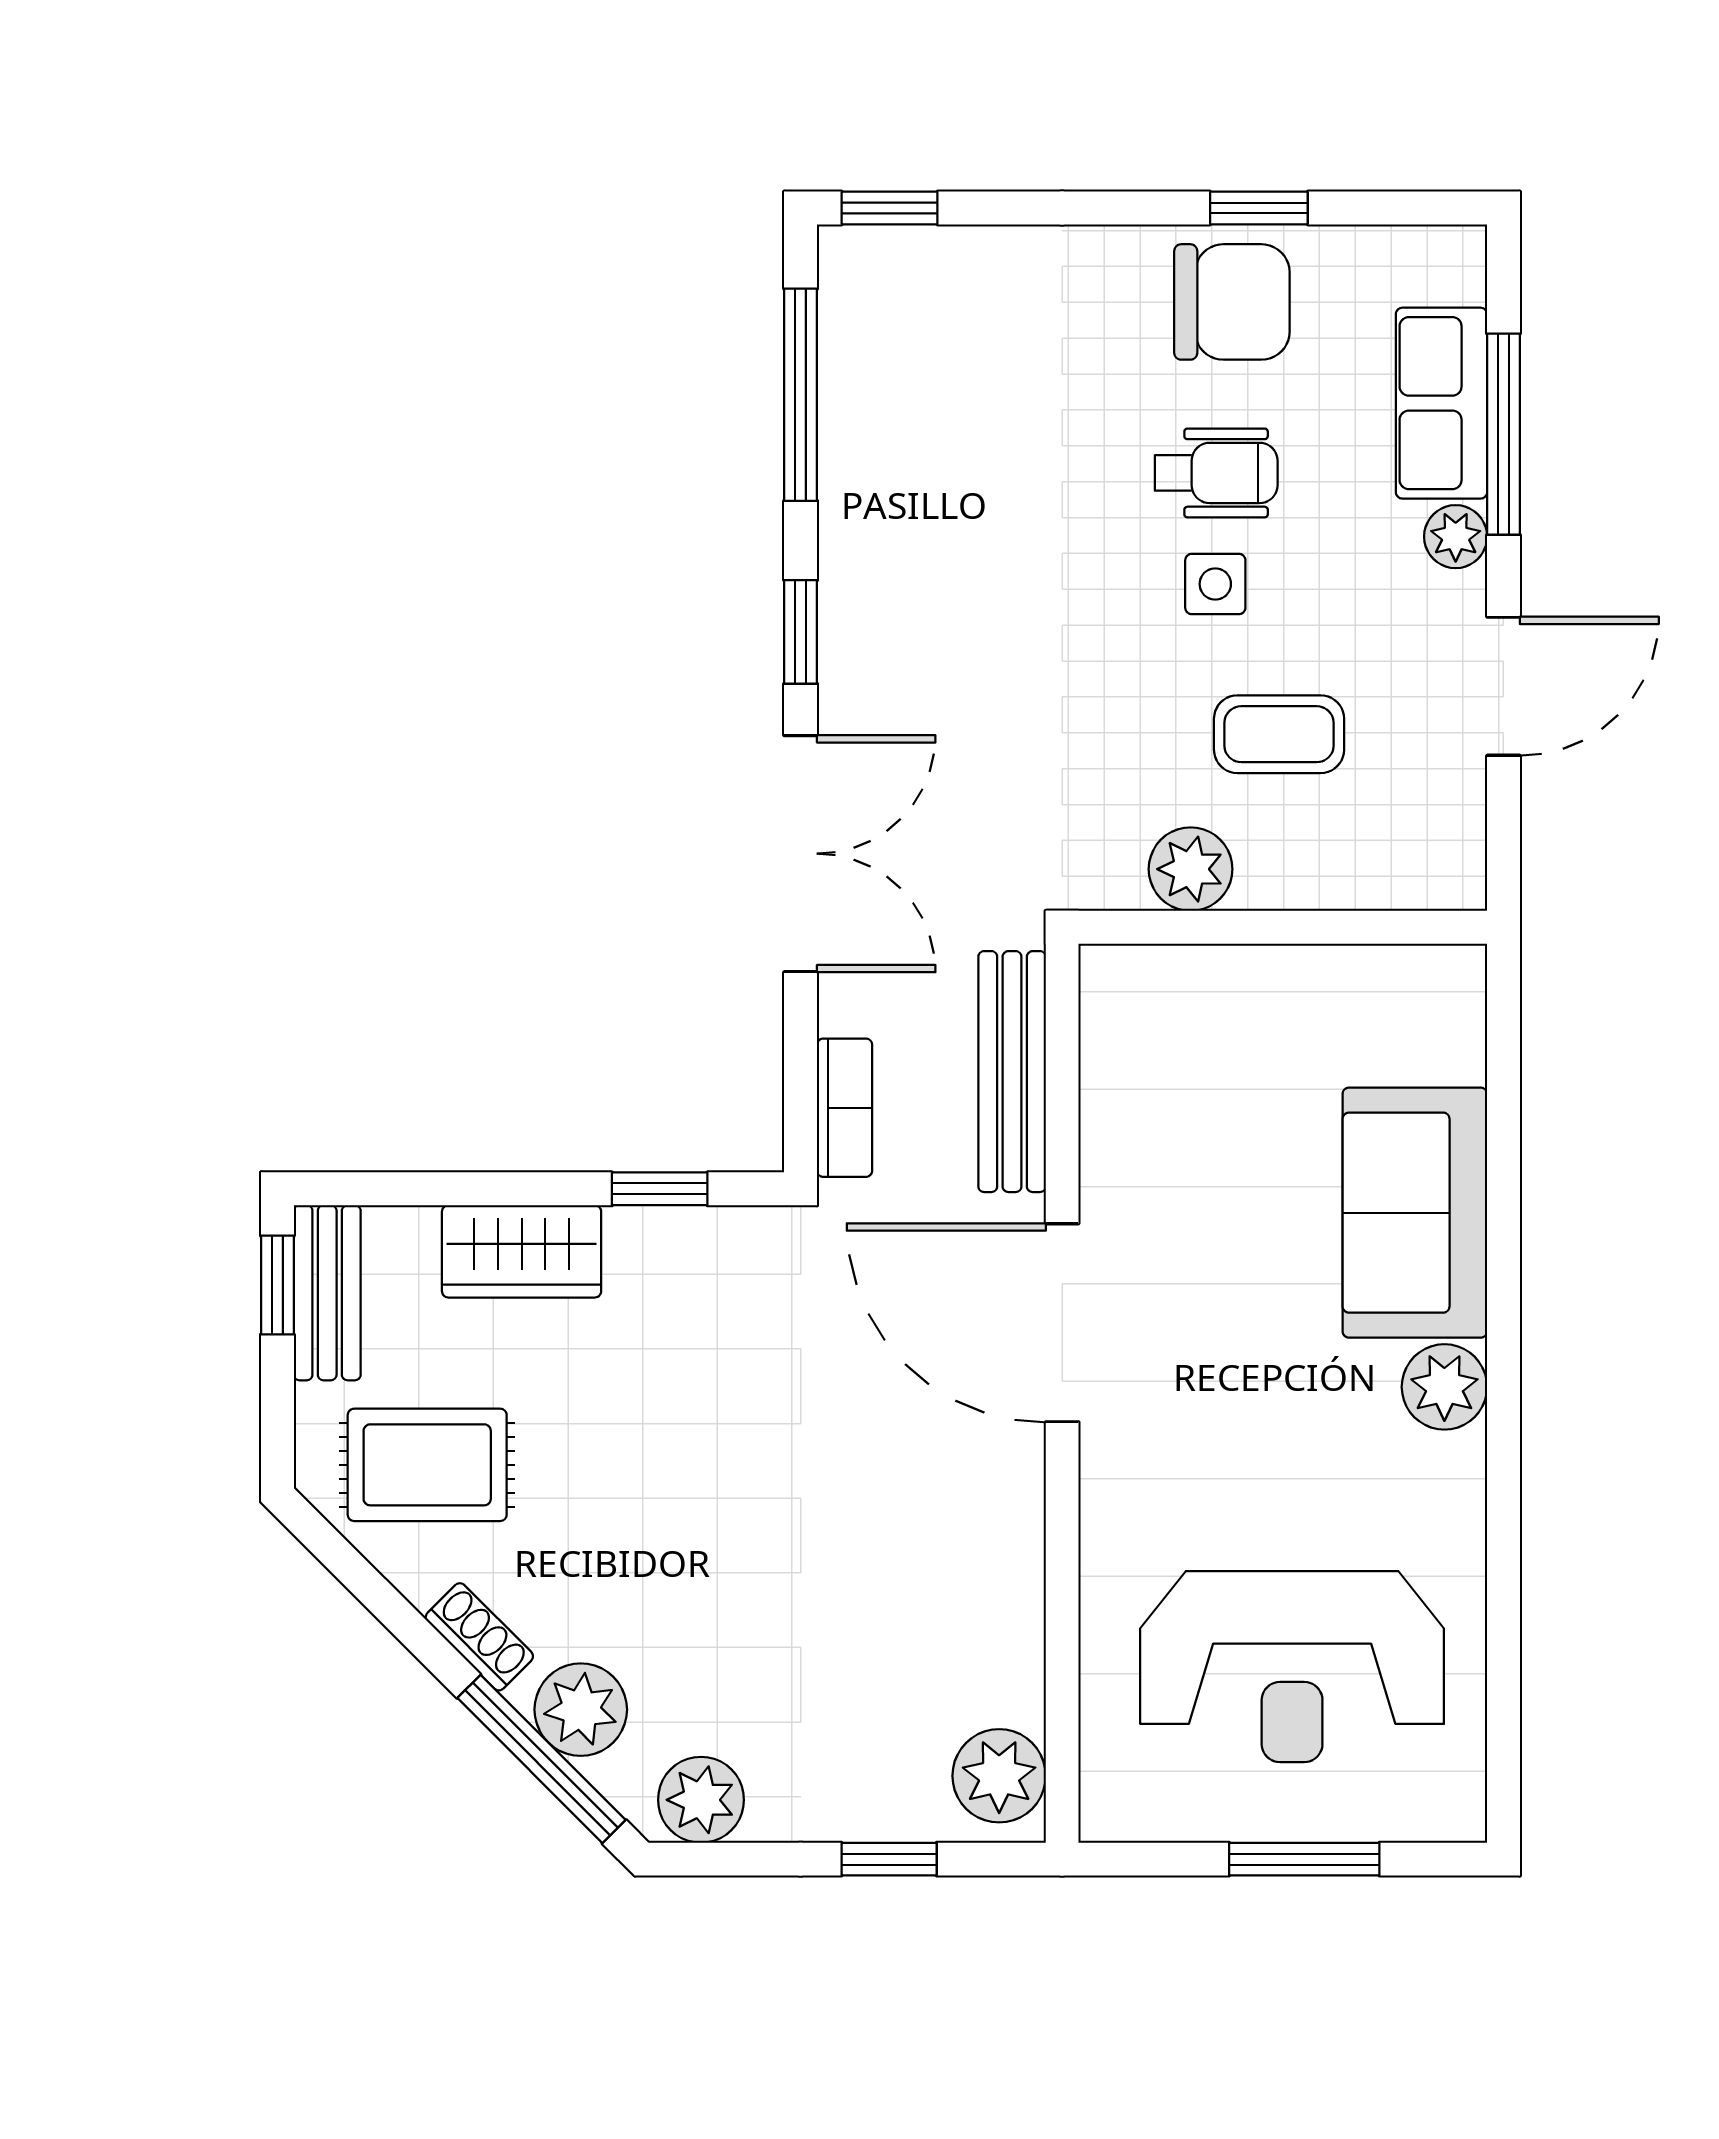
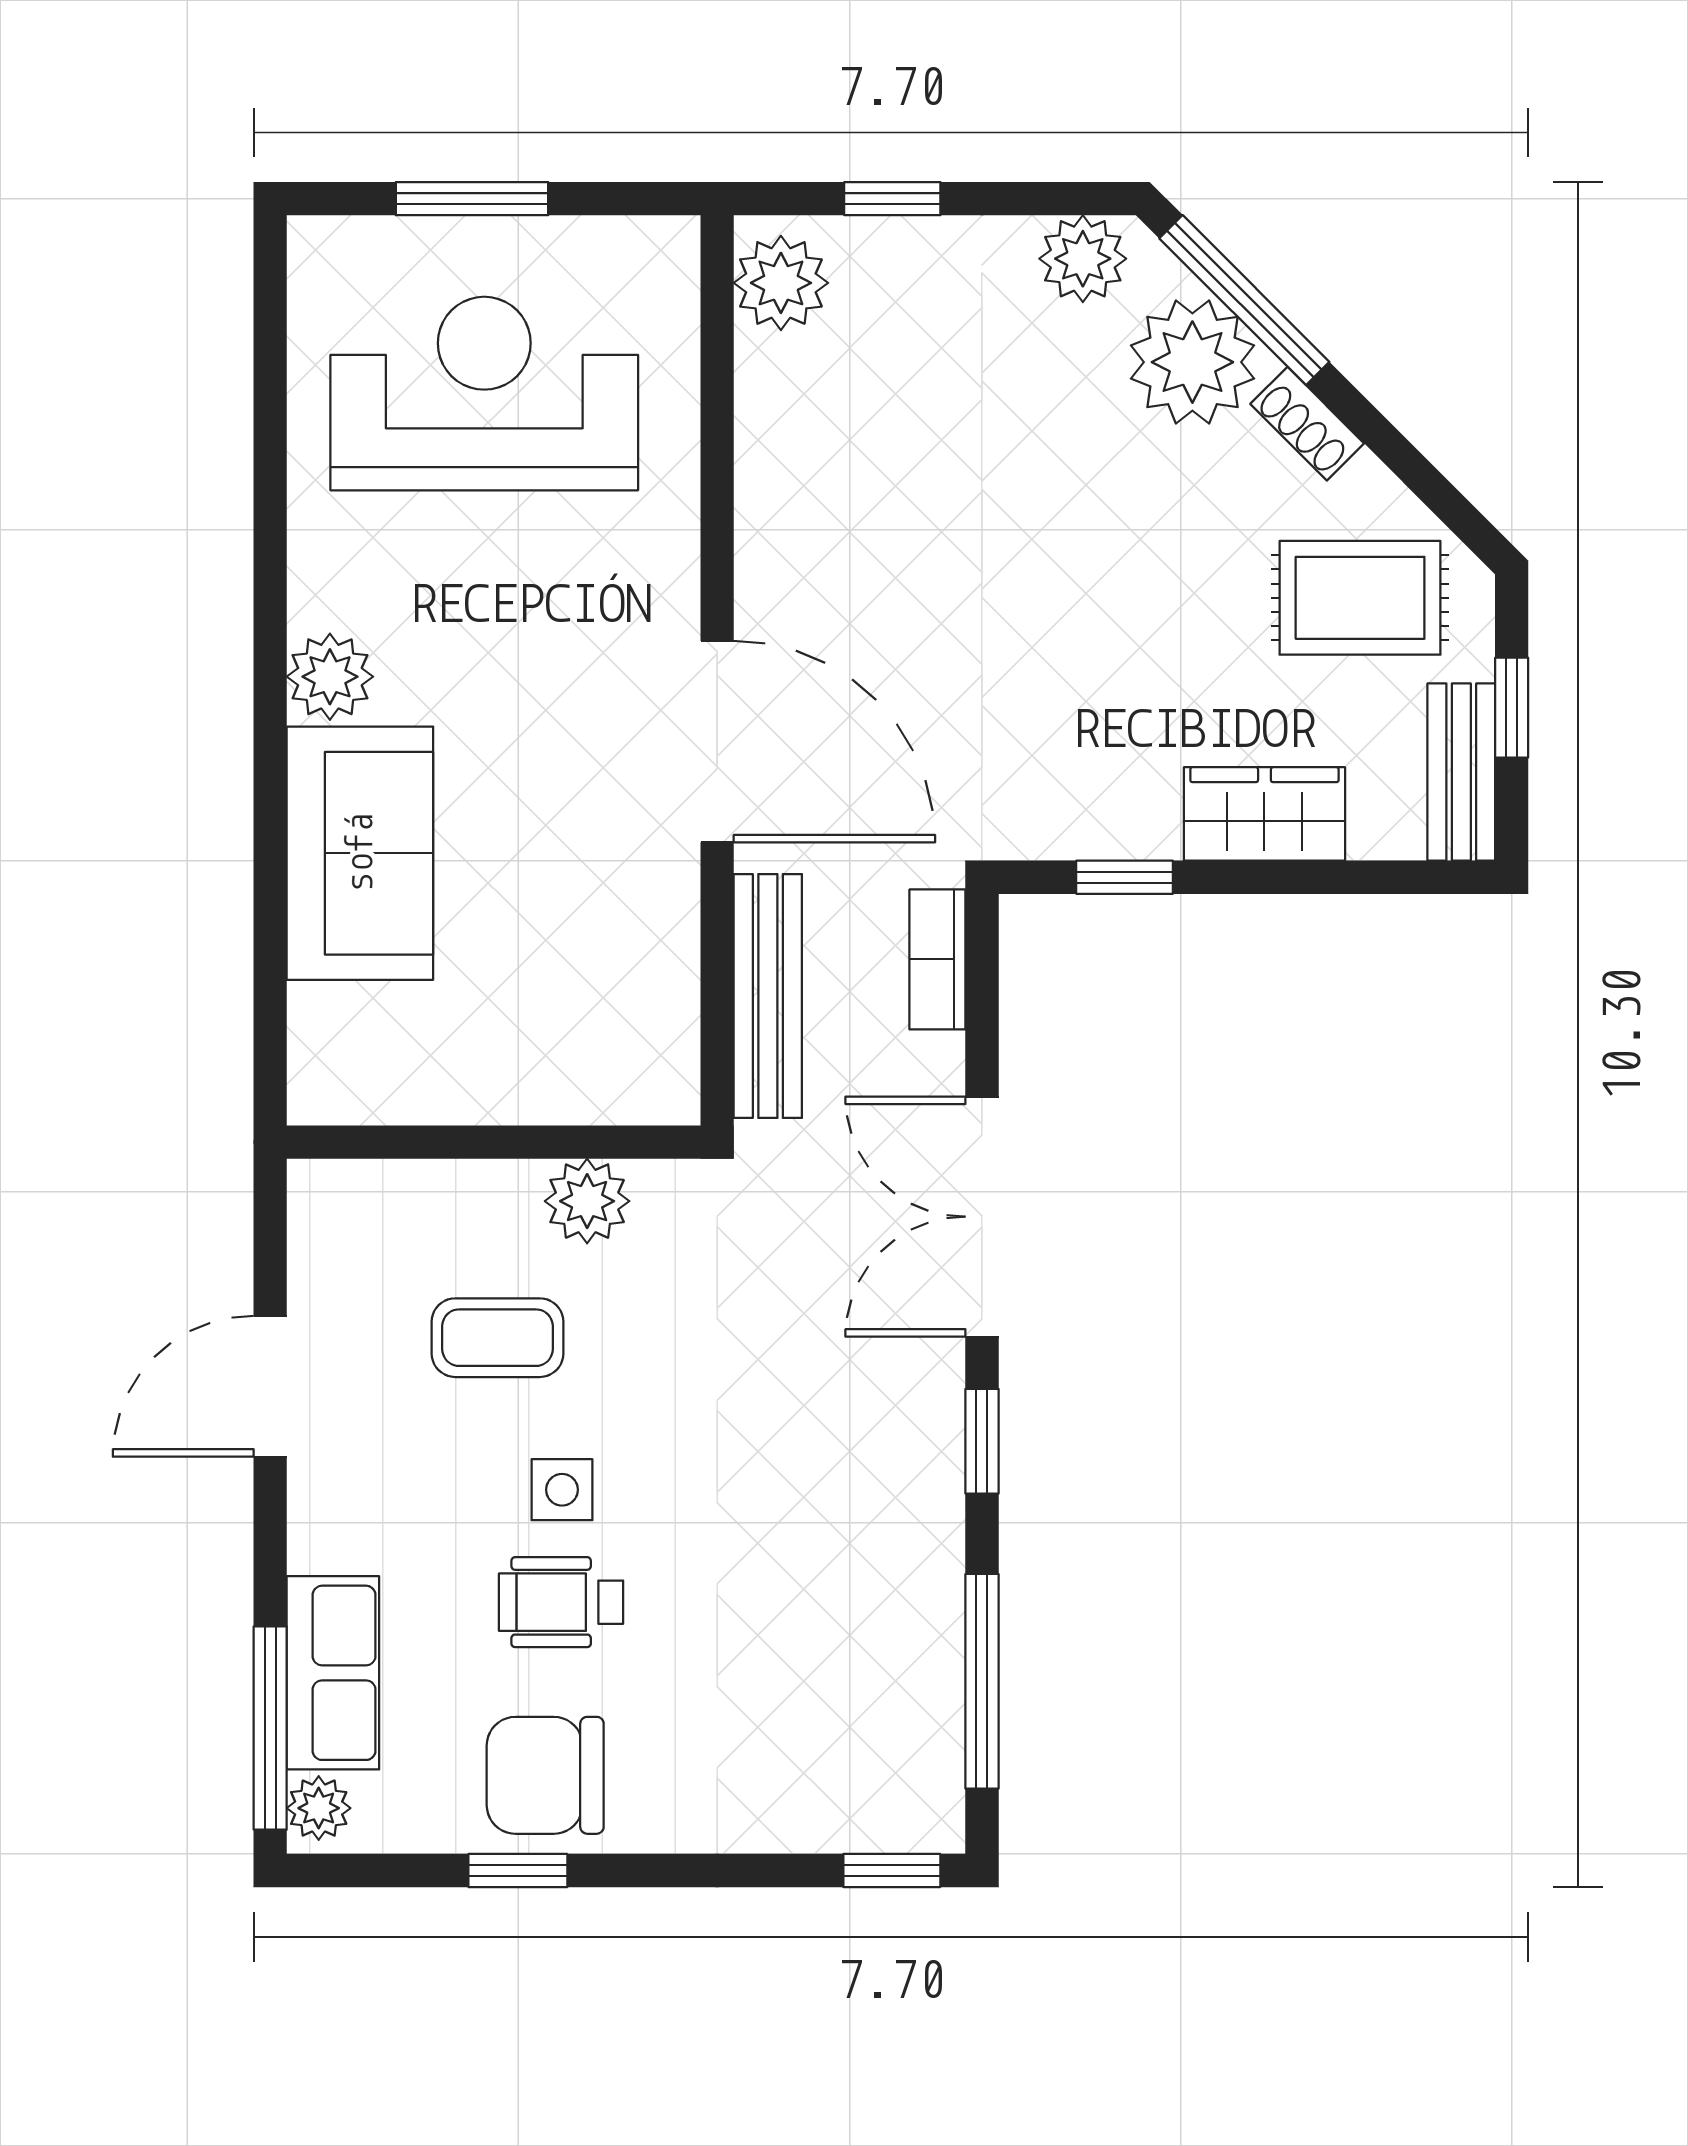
window: (1503, 434) -> (270, 1728), moved
plant: (1456, 537) -> (319, 1808), moved
window: (277, 1285) -> (1512, 708), moved
plant: (581, 1710) -> (1192, 362), width x1.36, depth x1.36

